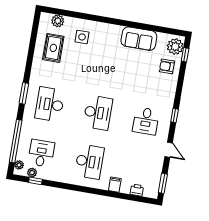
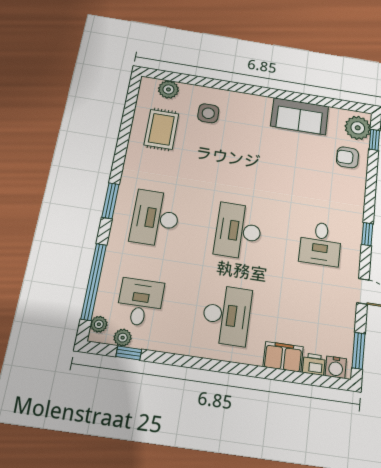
desk: (98, 113) -> (238, 231), turned 180
filing cabinet: (115, 185) -> (283, 357), width x2.00
water cooler: (149, 192) -> (336, 367), added

